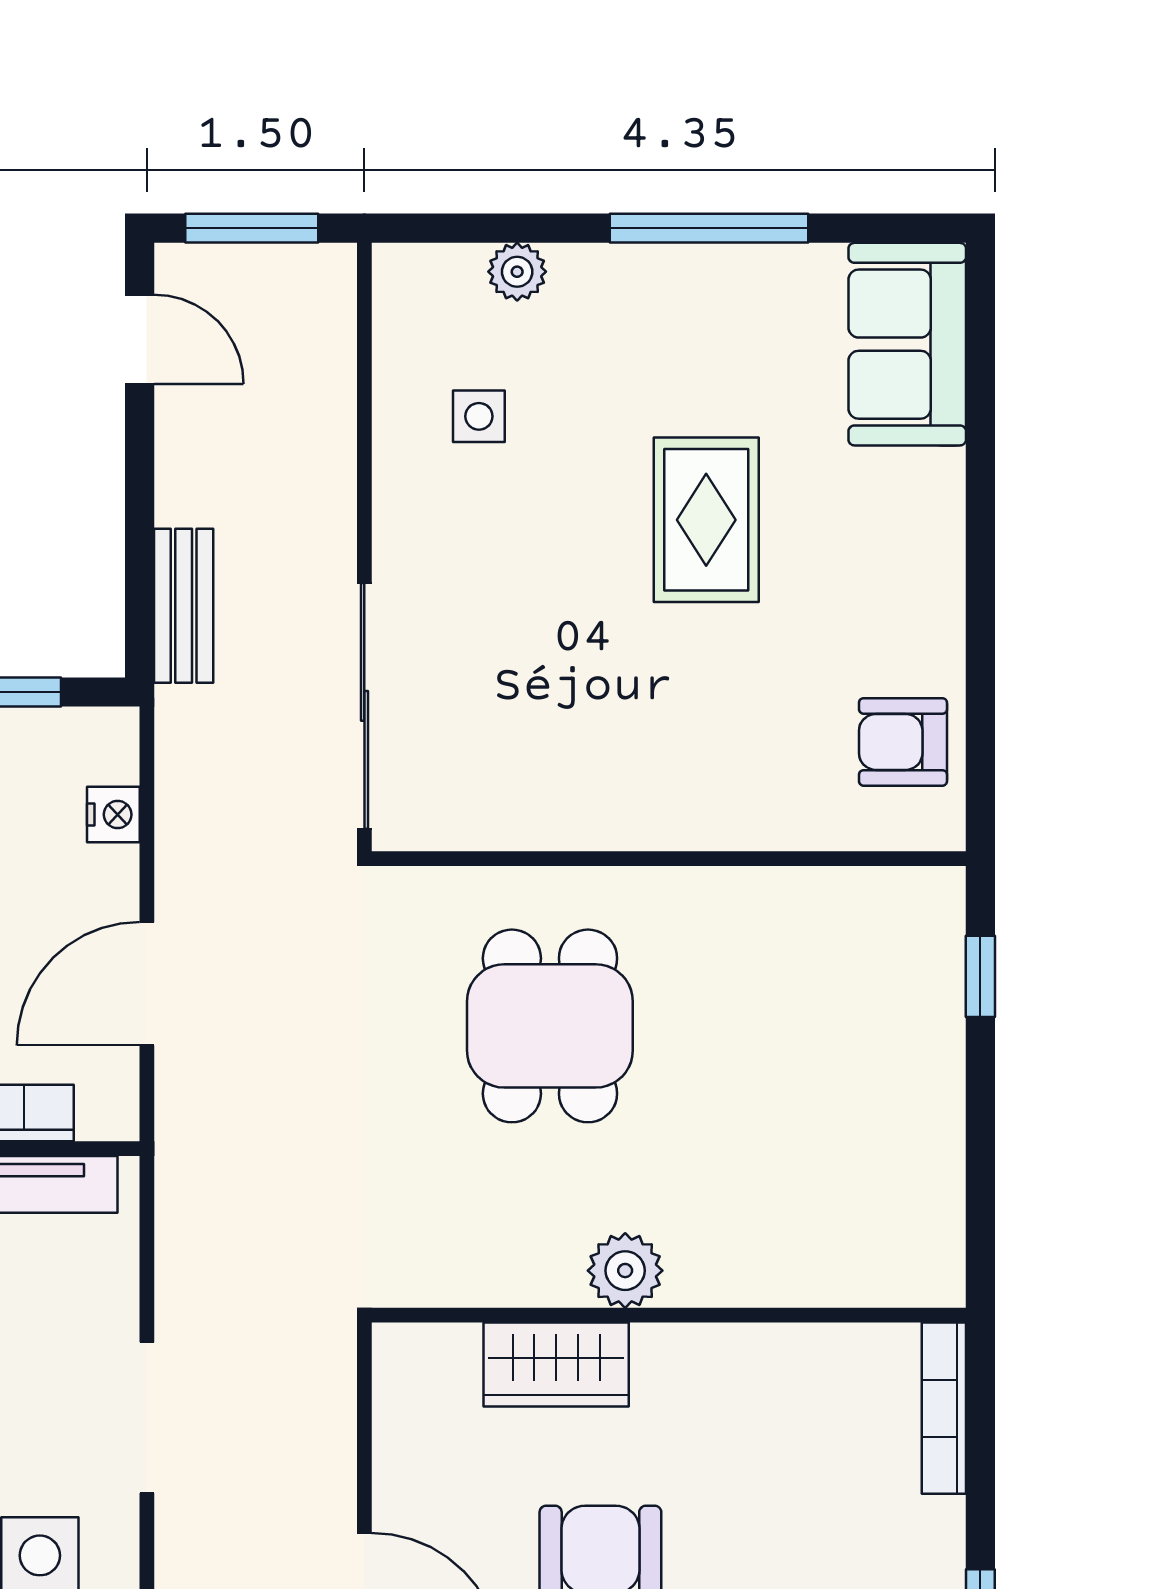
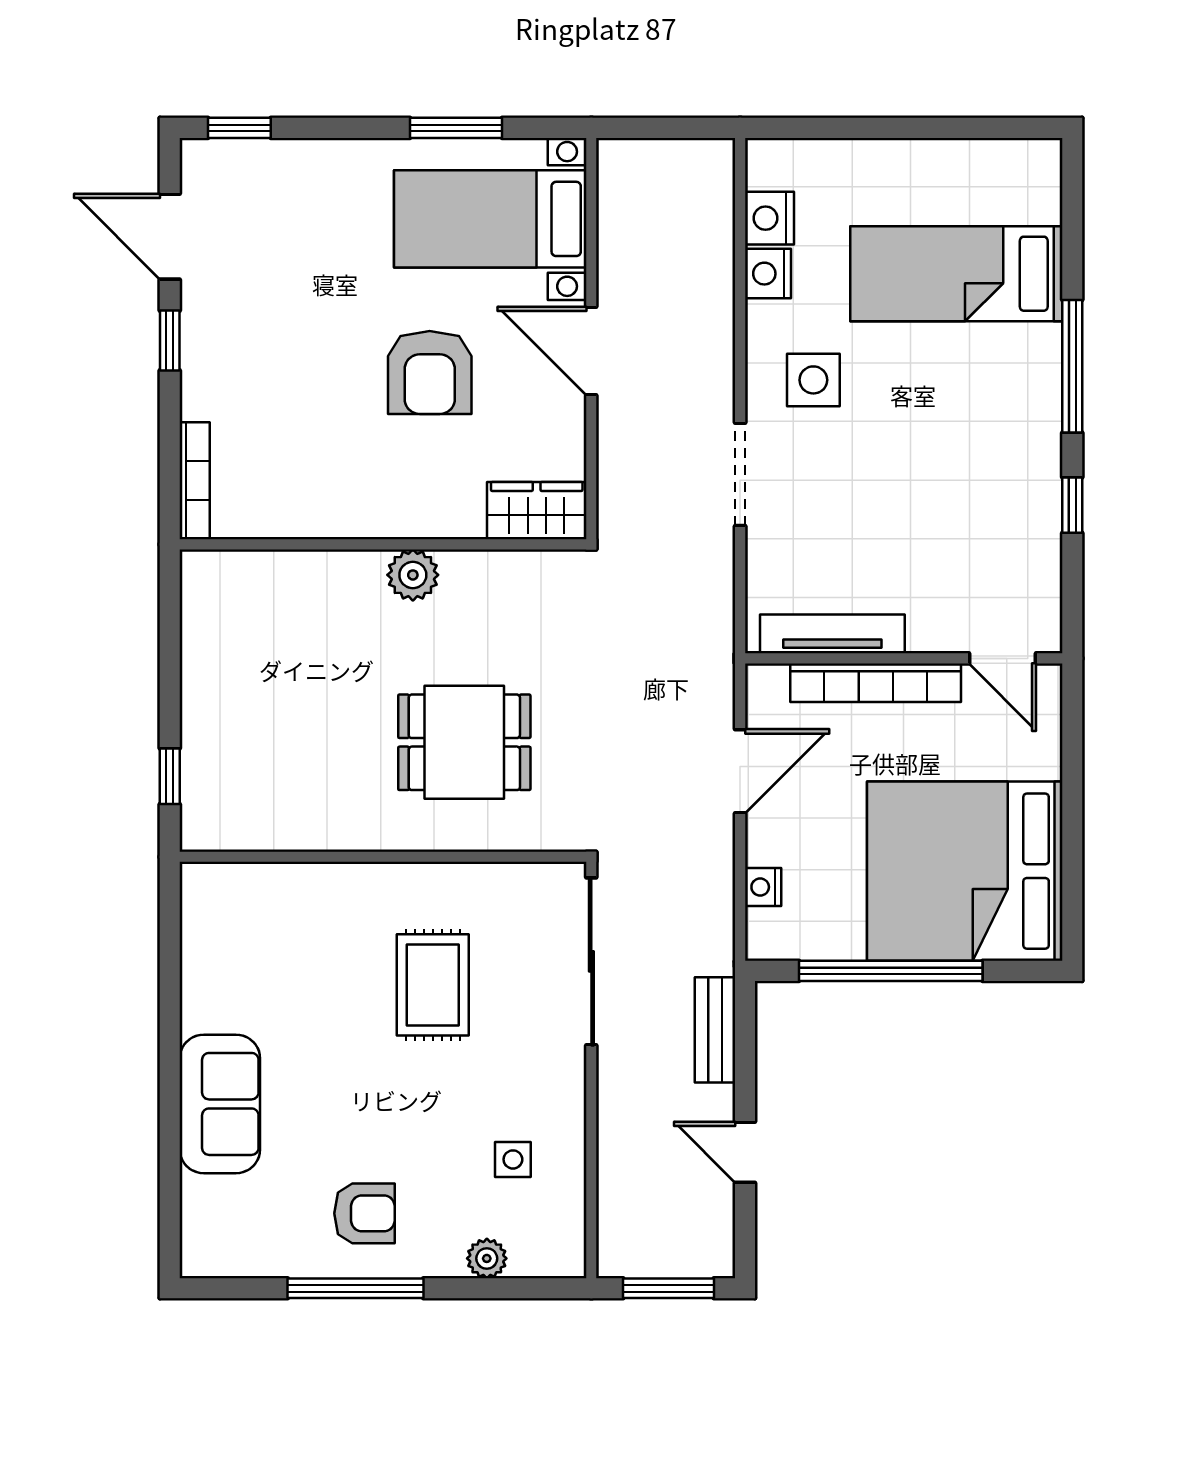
door: (140, 339) -> (745, 1152), moved
sofa: (907, 344) -> (220, 1104), moved
rug: (706, 520) -> (433, 985), moved
armchair: (903, 742) -> (364, 1213), moved
dining table: (550, 1026) -> (464, 742), turned 90
wardrobe: (556, 1365) -> (537, 511), moved

